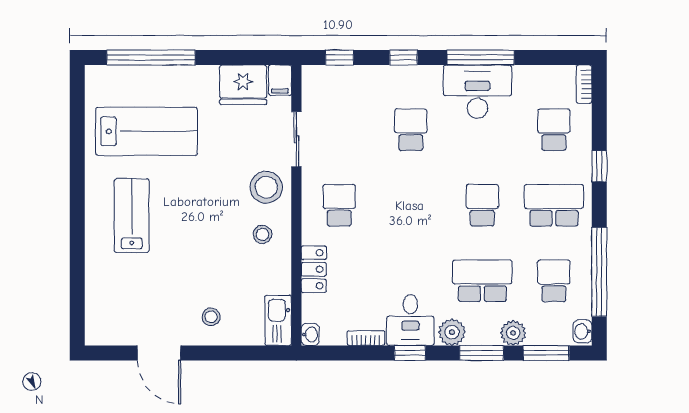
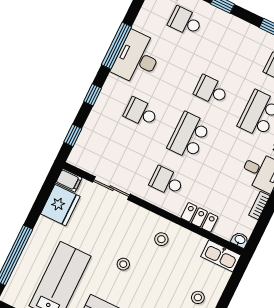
stool: (266, 187) -> (123, 264), moved, width x0.53, depth x0.53
school desk: (554, 205) -> (189, 136), moved

